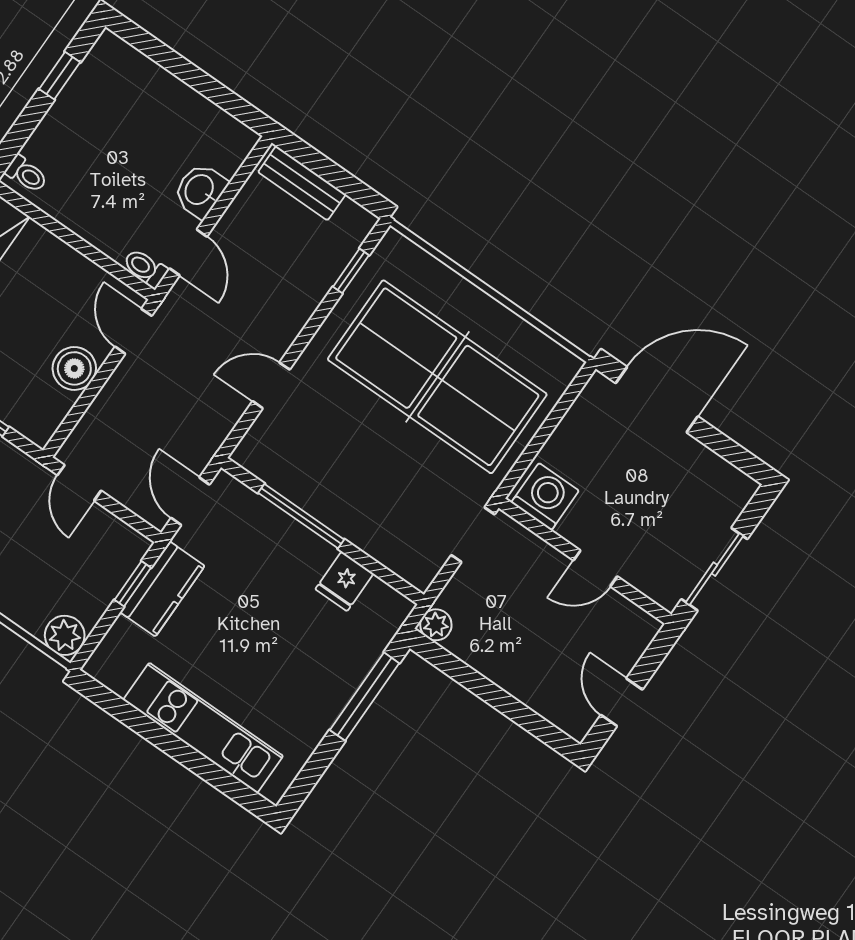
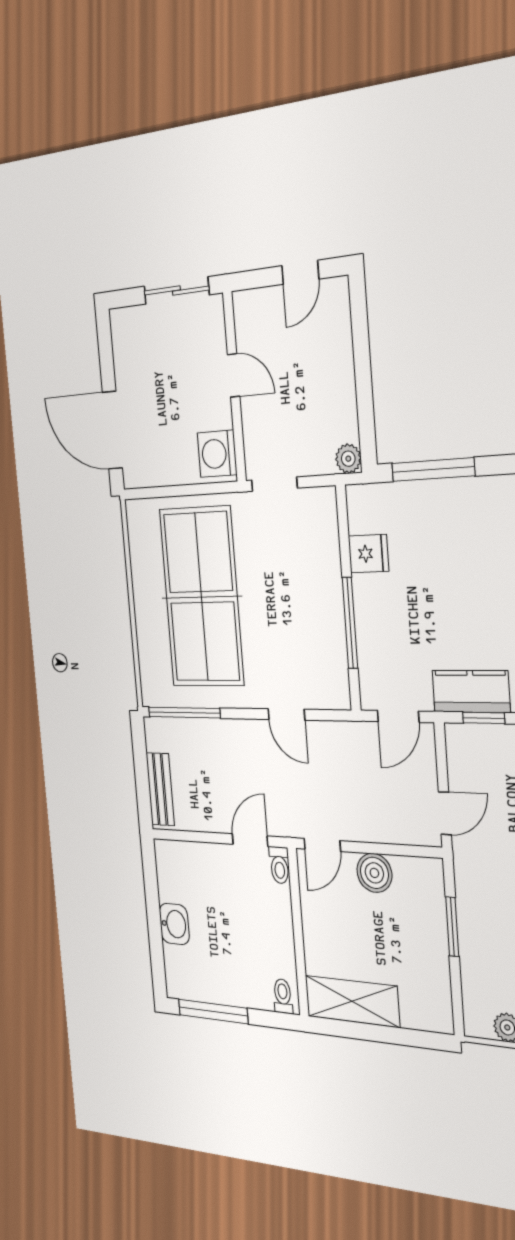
window: (60, 76) -> (213, 1011), width x2.17
washbasin: (200, 190) -> (174, 924), moved, turned -90
window: (351, 271) -> (184, 713), width x2.17

